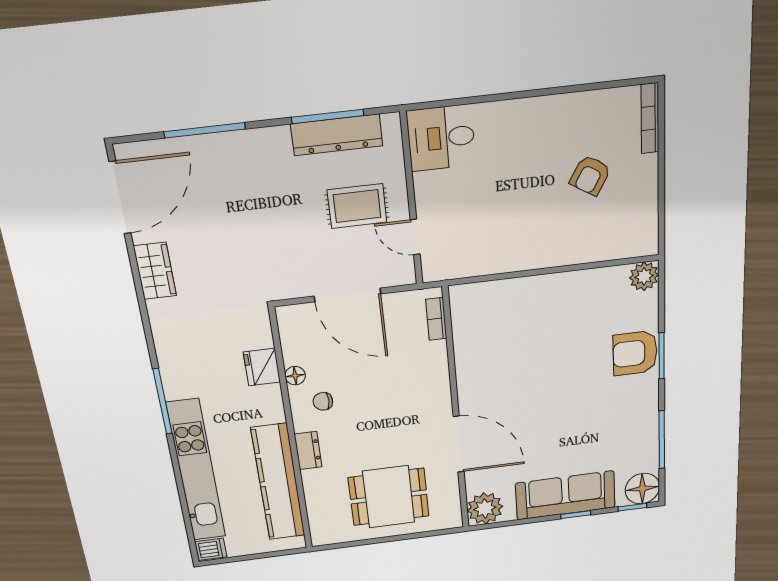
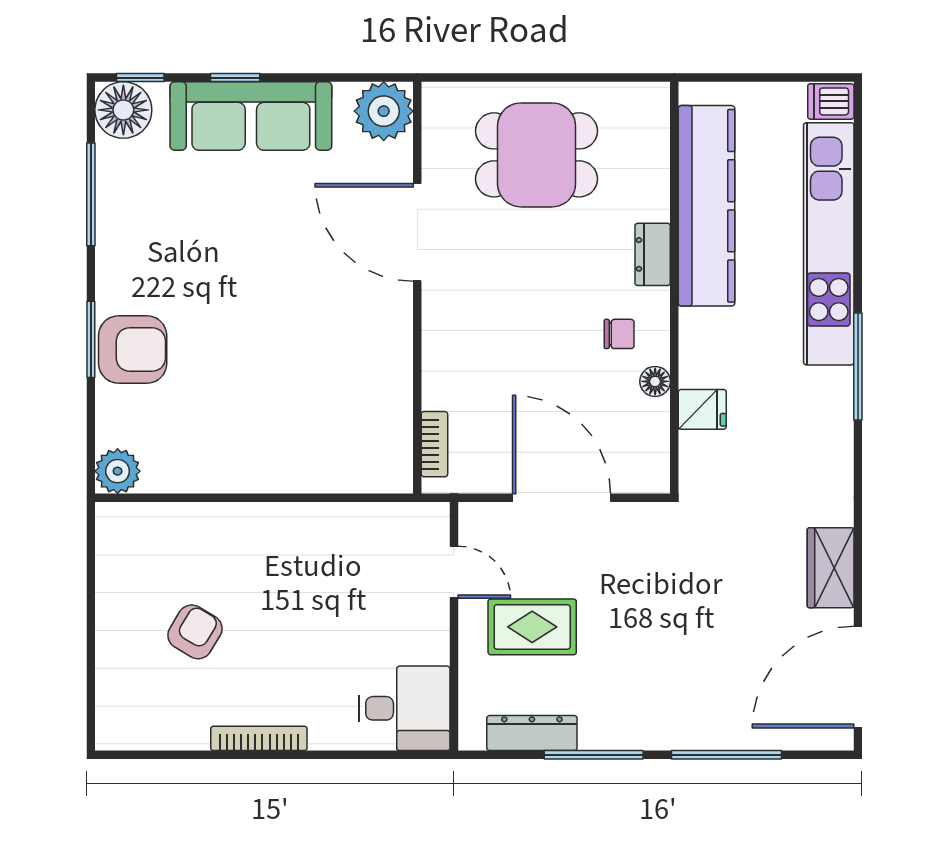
window: (328, 116) -> (594, 755), moved
bookcase: (650, 118) -> (259, 738), moved, turned -90
dresser: (337, 135) -> (532, 733), width x0.73, depth x0.80
fridge: (262, 367) -> (702, 409), width x0.72

